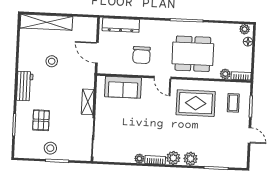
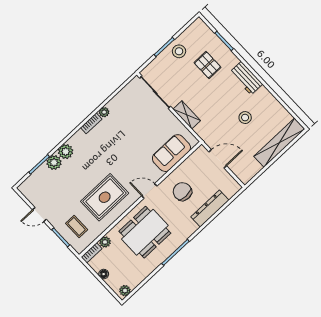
dresser: (121, 25) -> (210, 209), moved
floor lamp: (248, 42) -> (104, 274), moved
plant: (173, 158) -> (54, 162), moved

